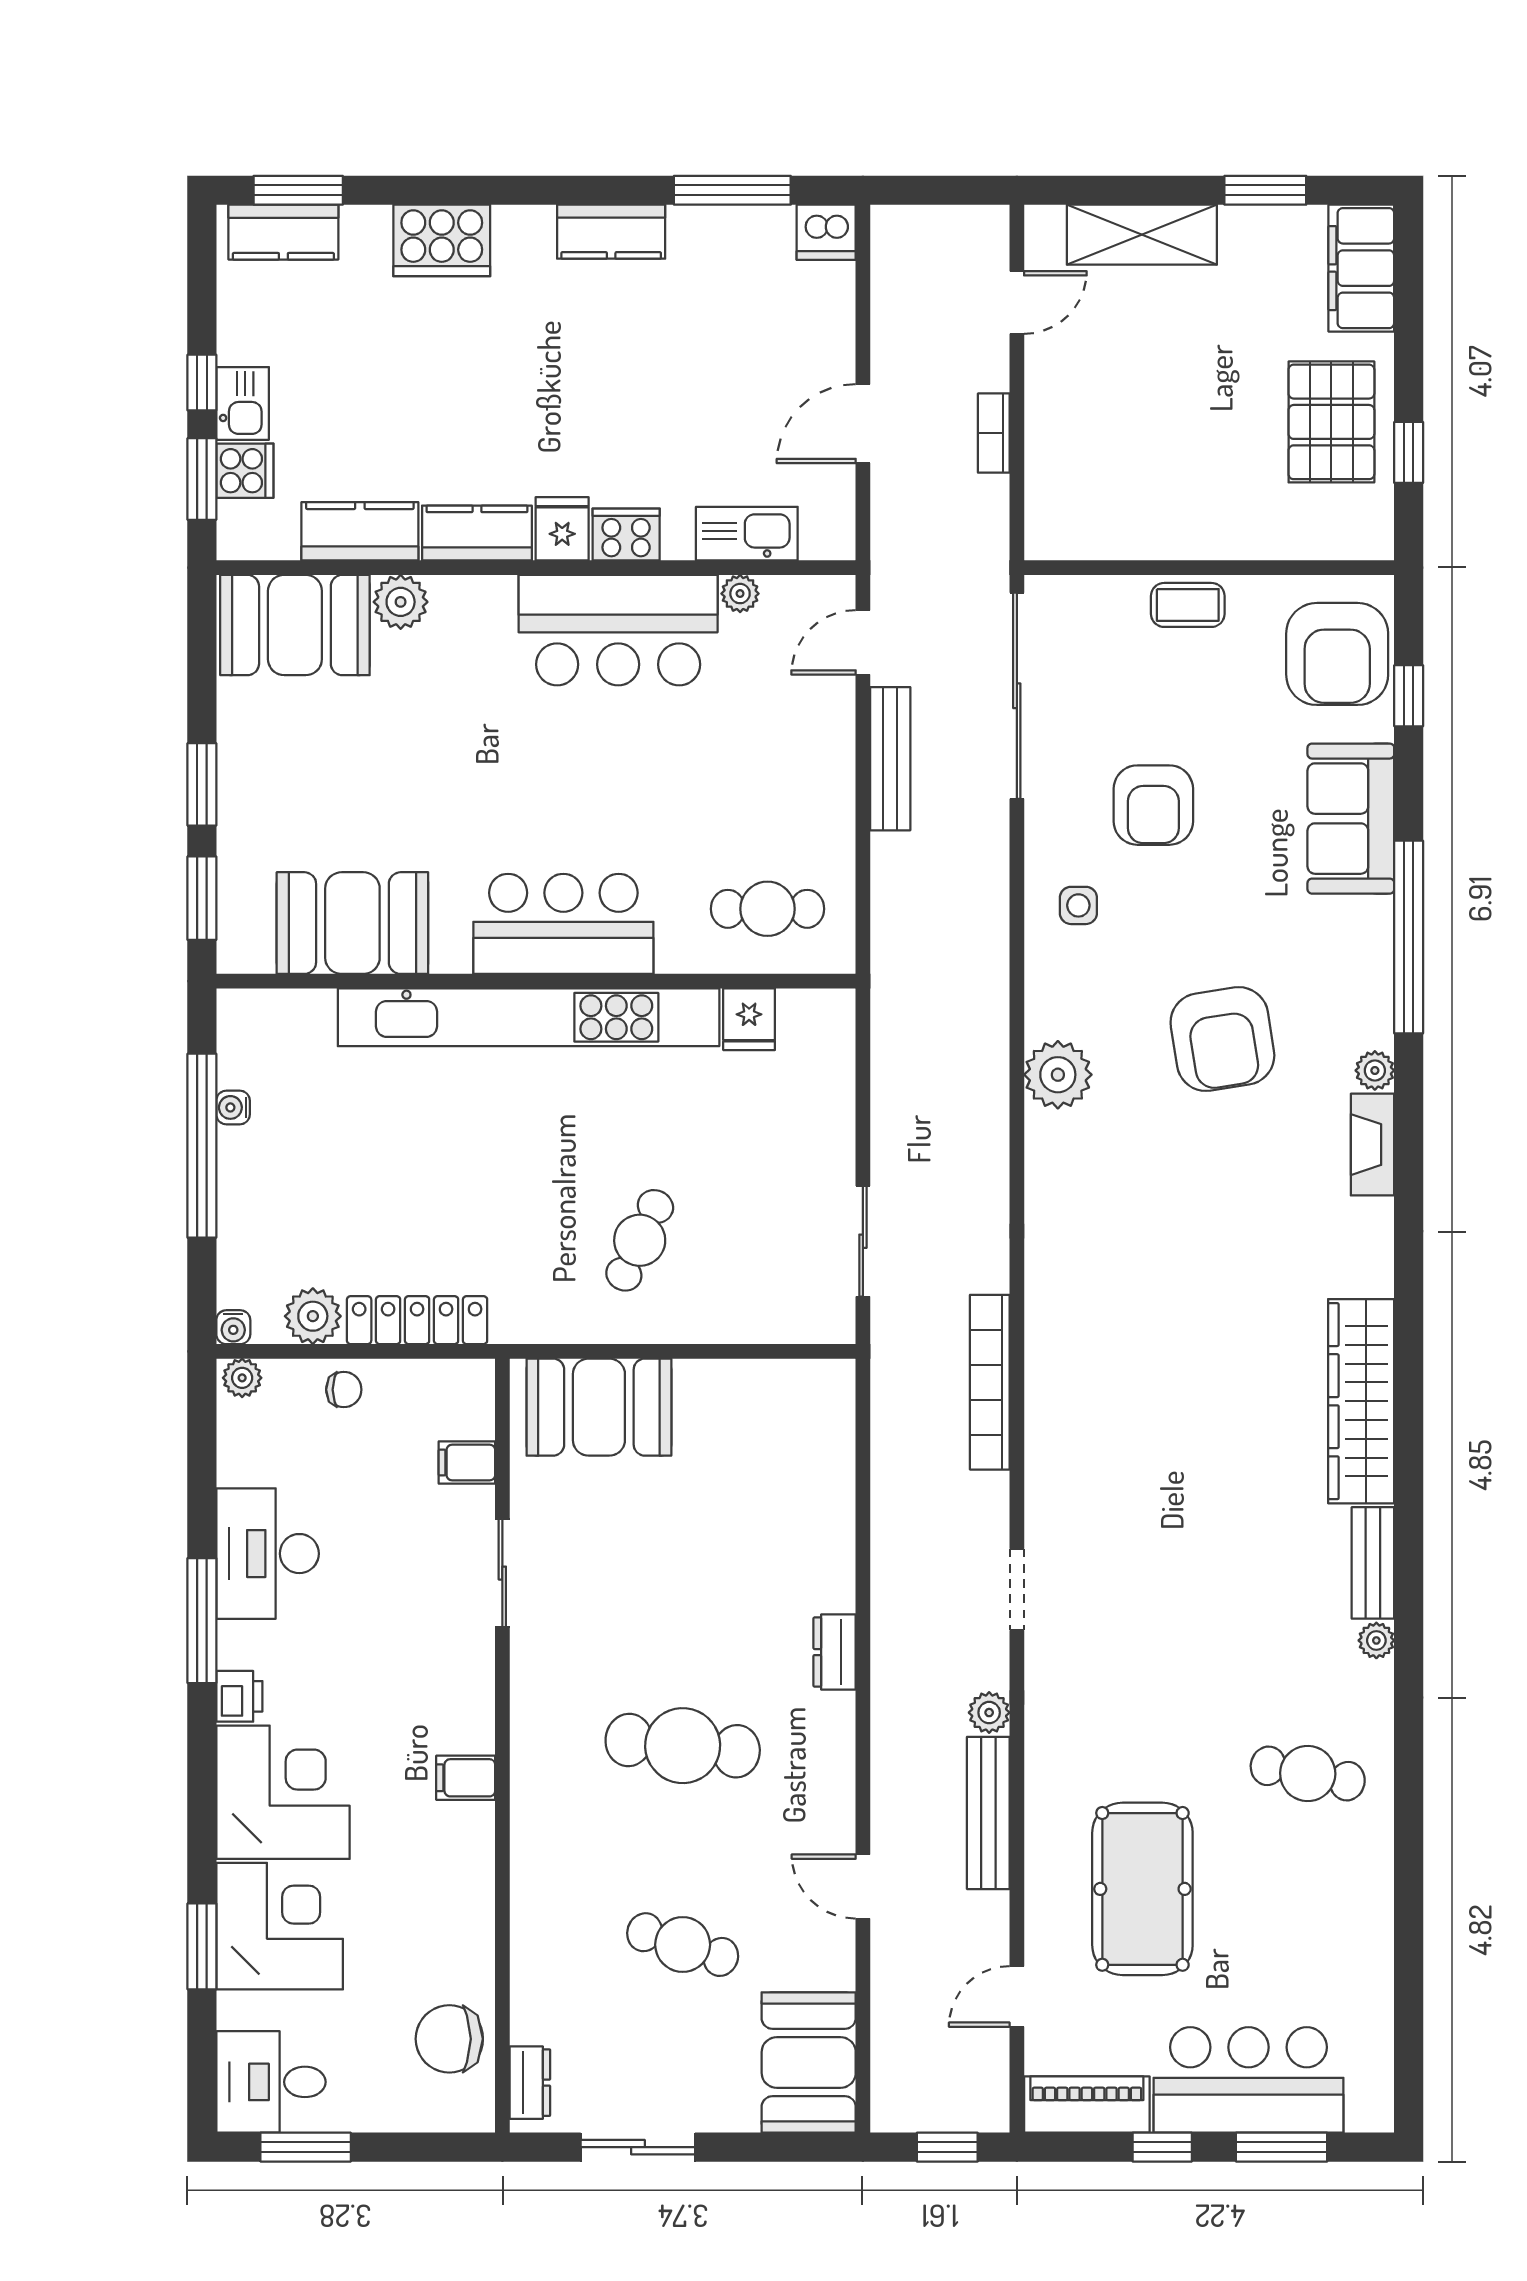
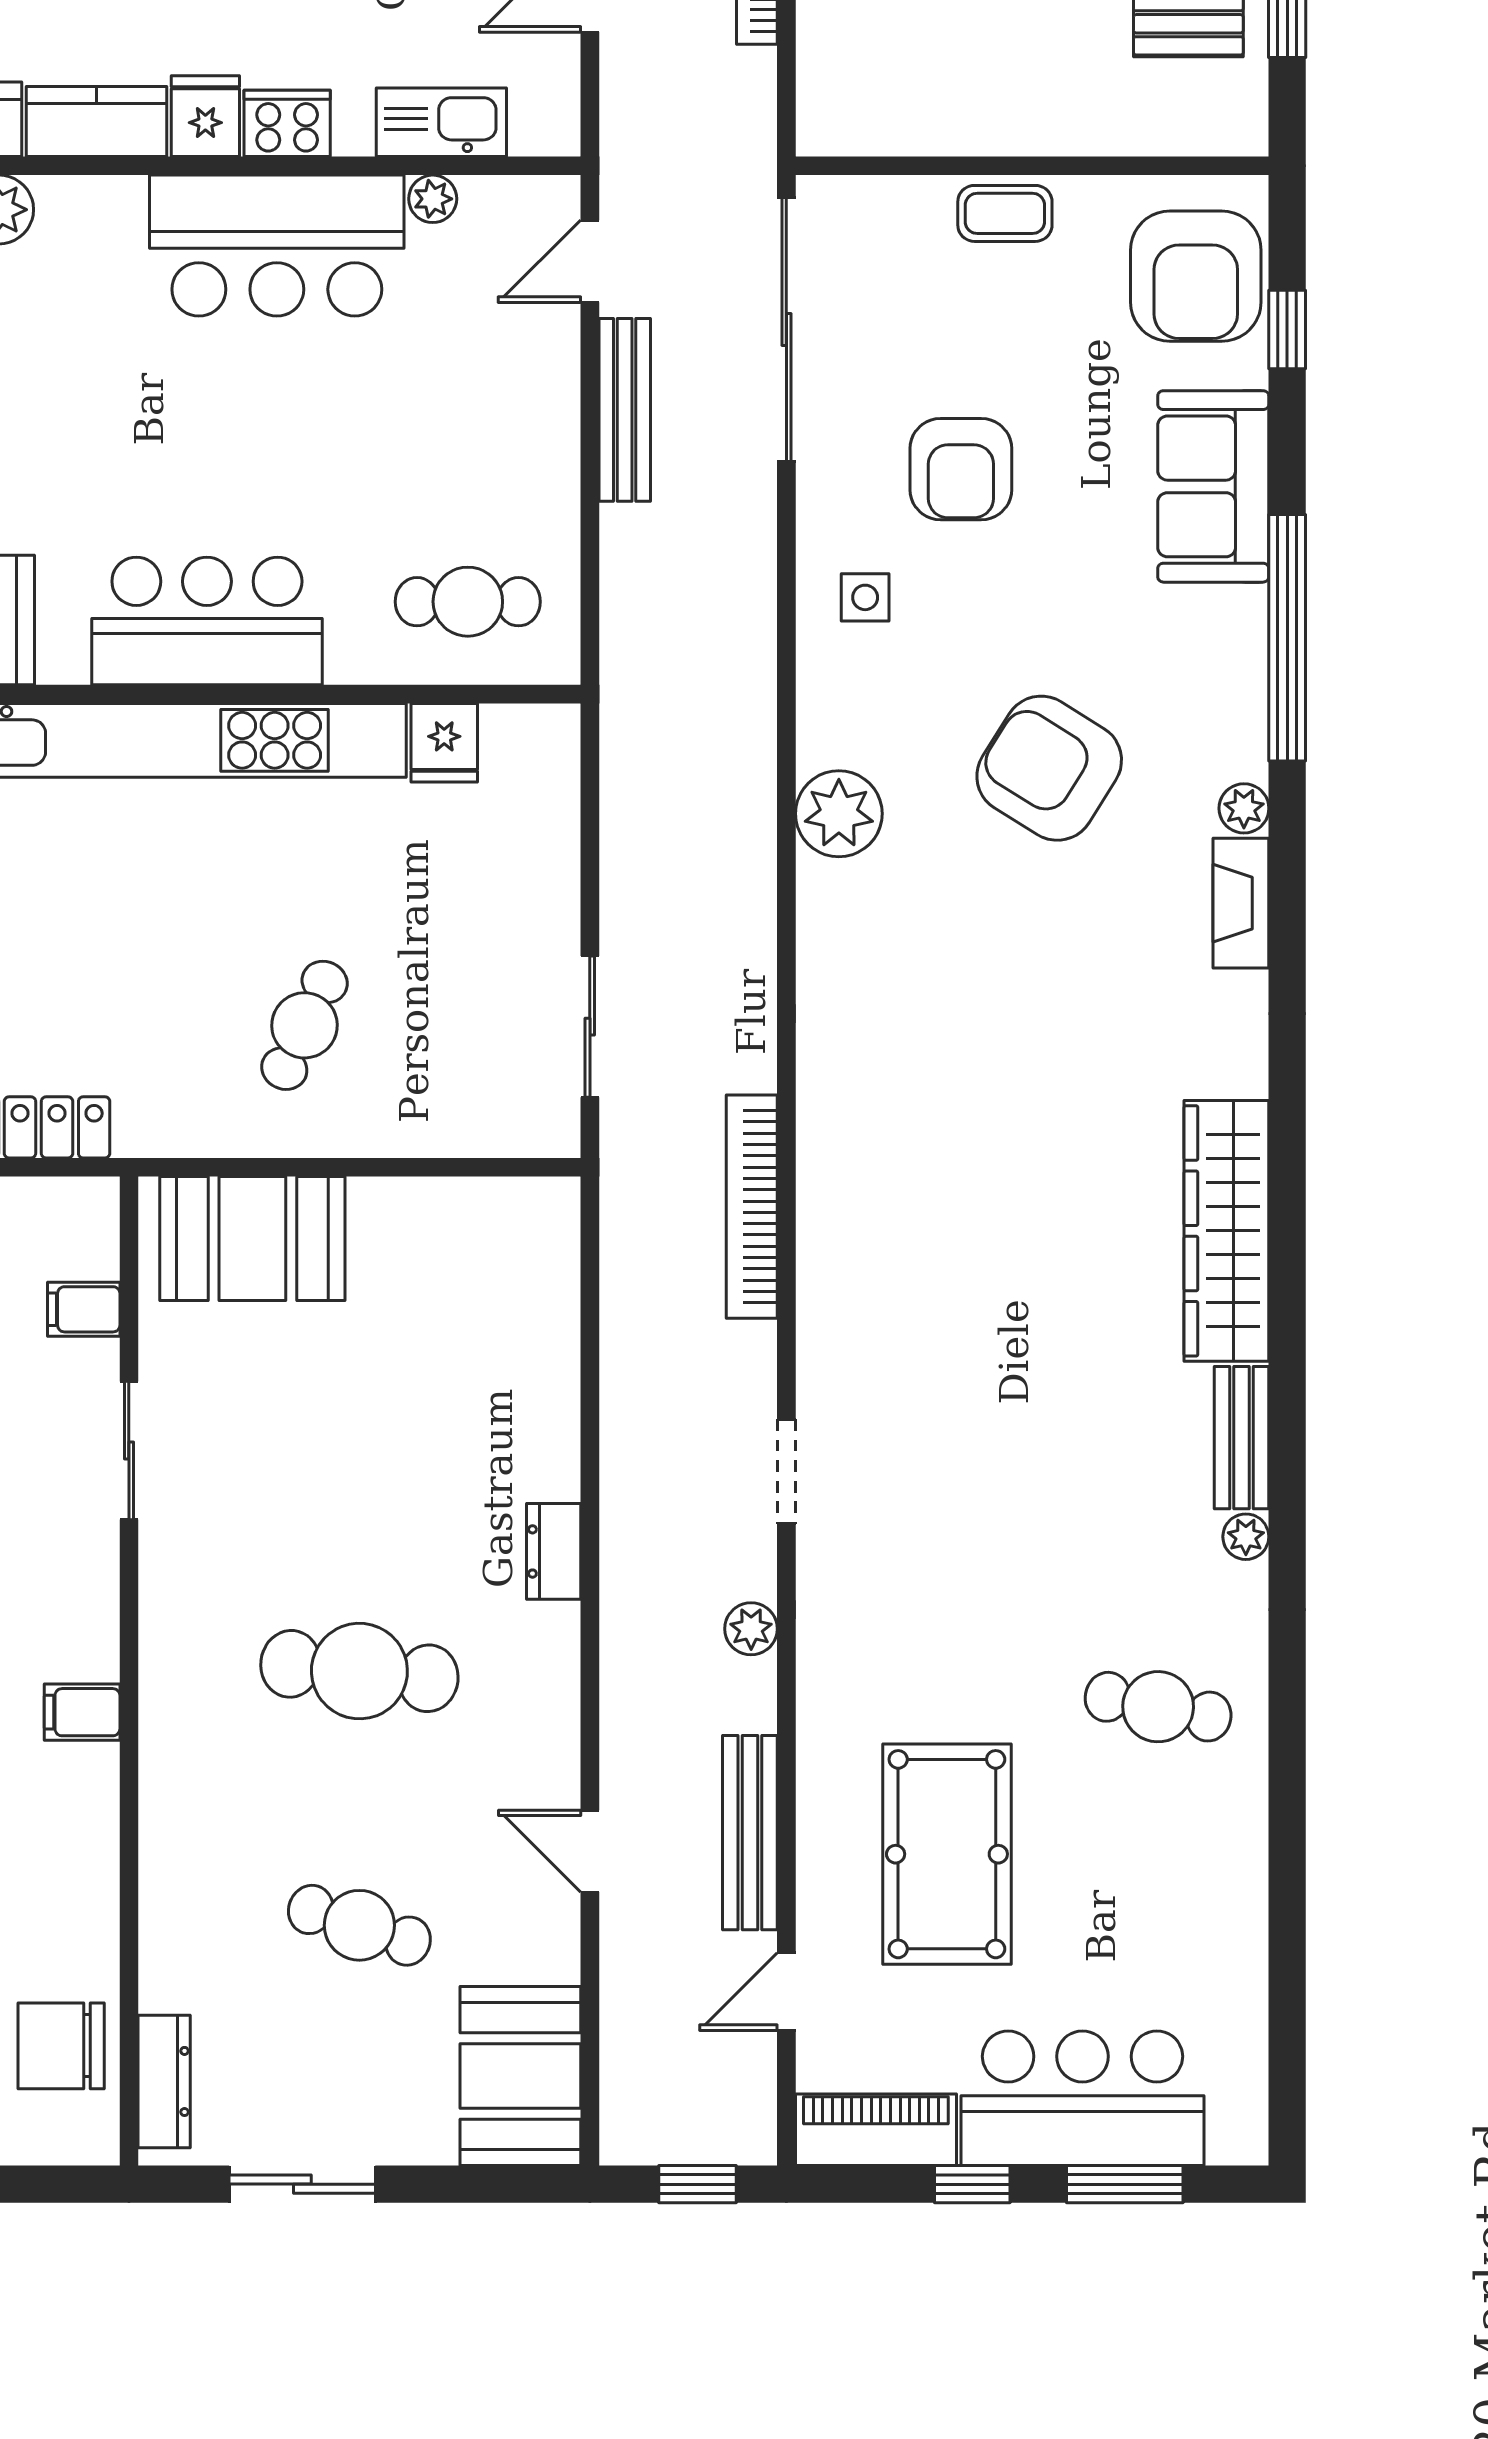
armchair: (1222, 1039) -> (1049, 768), turned 131
bench: (988, 1813) -> (750, 1833), moved
dresser: (530, 2083) -> (164, 2081), width x1.44

